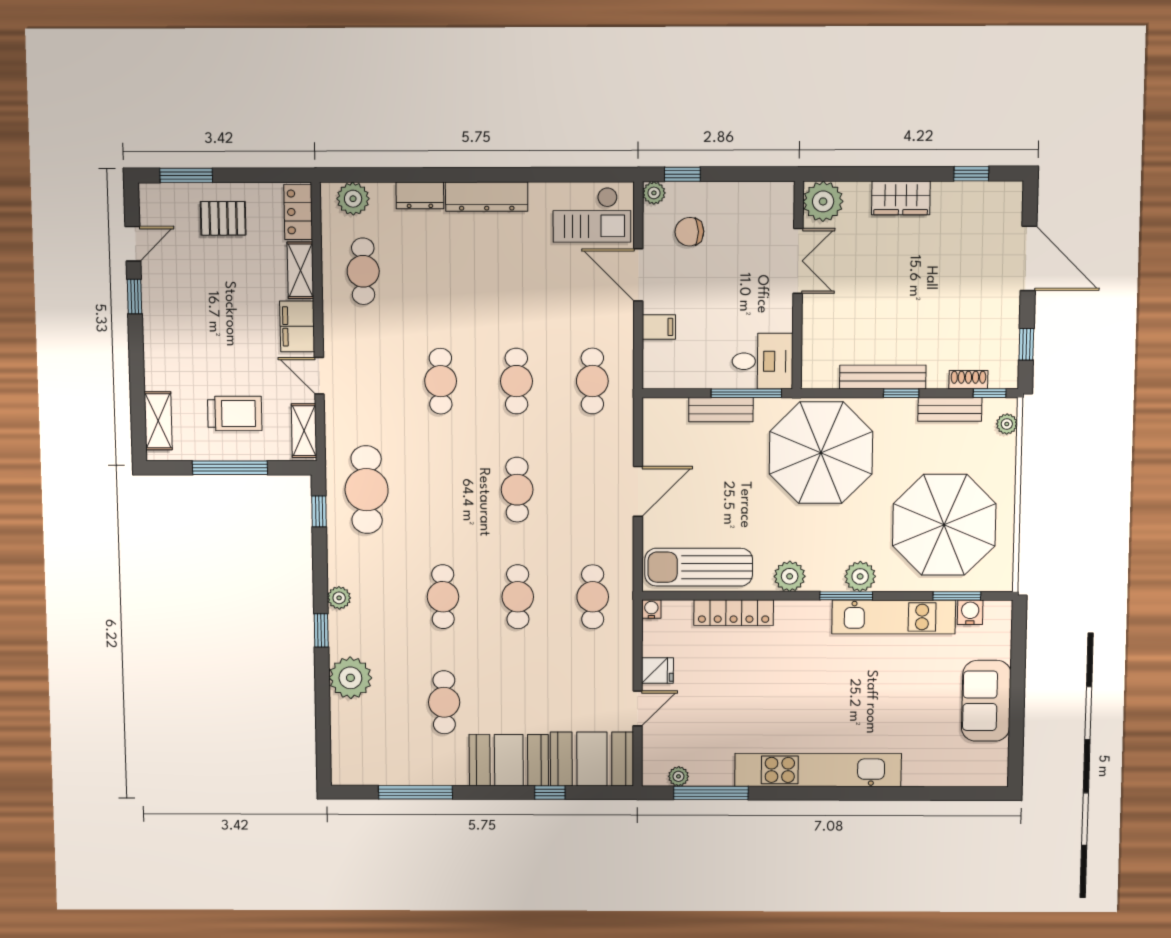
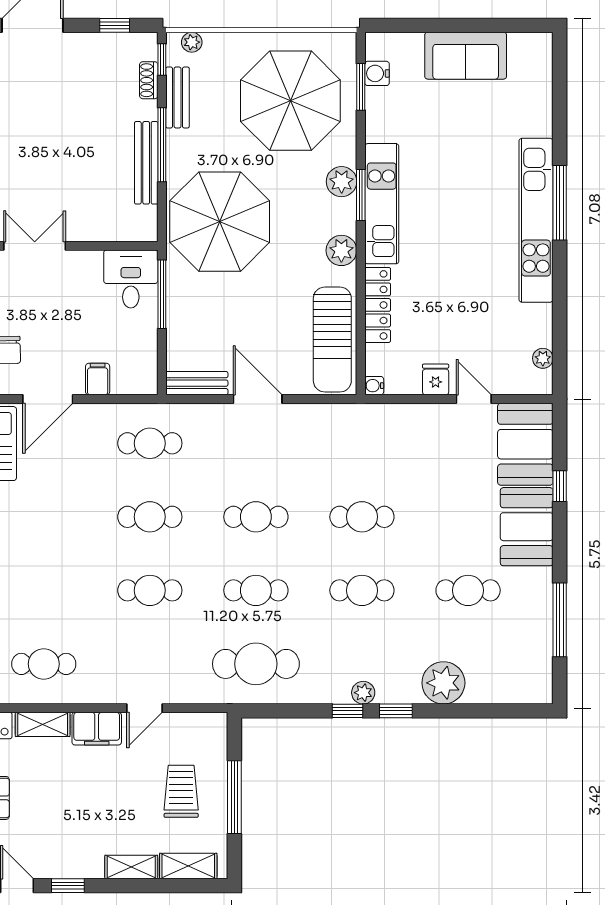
window: (901, 393) -> (162, 145), width x2.17
bench: (721, 410) -> (197, 383), moved, turned 90
shelving: (304, 431) -> (131, 867), moved
window: (319, 511) -> (347, 711), moved
cafe table: (593, 597) -> (256, 590), moved
kitchen unit: (894, 617) -> (382, 204), moved
window: (711, 793) -> (560, 203), moved

